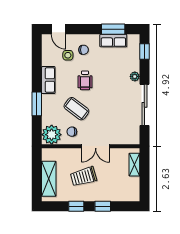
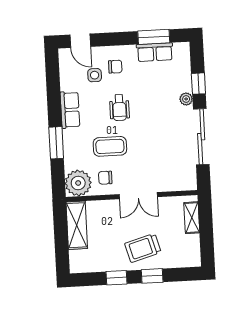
window: (144, 52) -> (198, 84), moved
coffee table: (76, 109) -> (110, 146), turned -37
trolley: (84, 177) -> (143, 248), moved
shelving: (49, 179) -> (77, 225), moved

